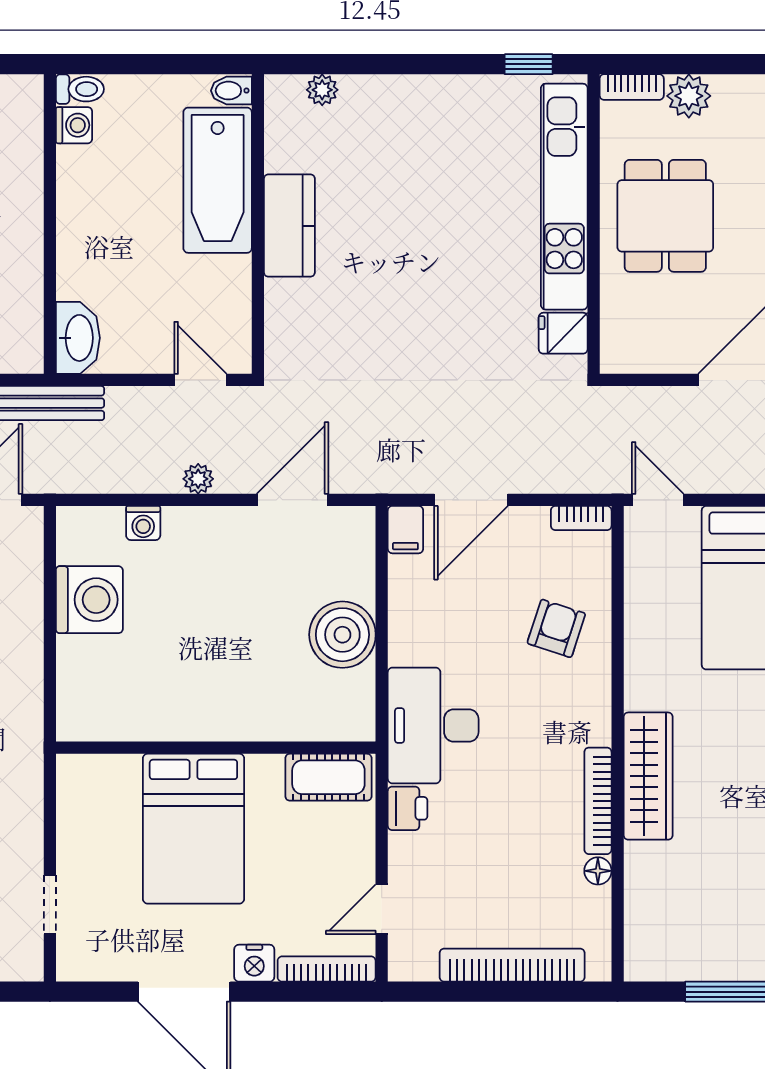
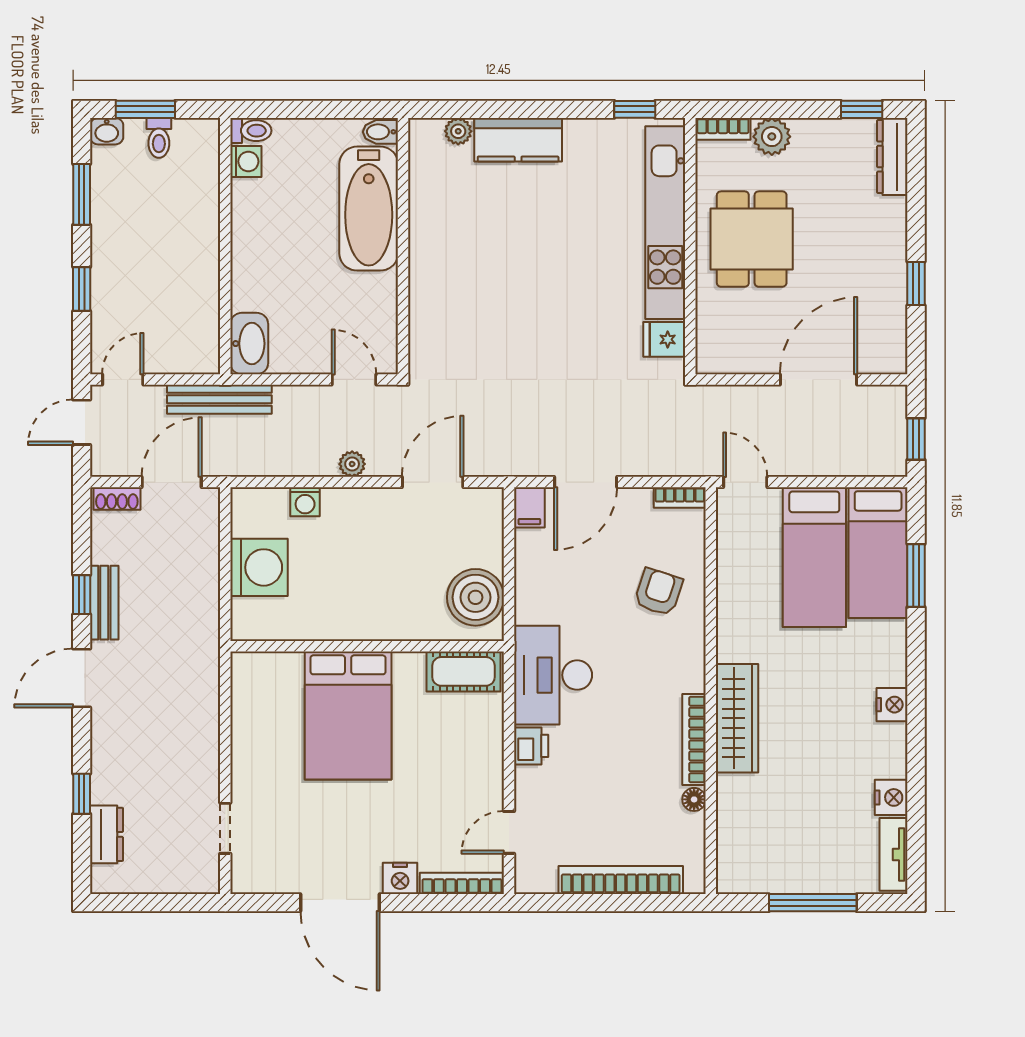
kitchen counter: (289, 226) -> (518, 140), moved, turned 90
wall: (216, 748) -> (367, 646), moved
cot: (328, 777) -> (464, 671), moved
bed: (193, 829) -> (348, 715), moved

